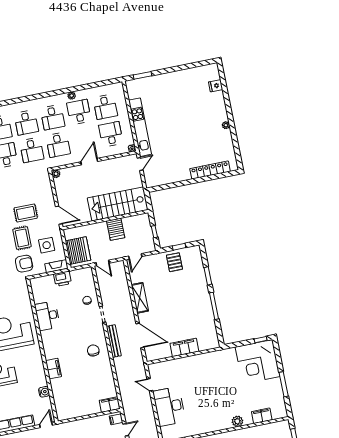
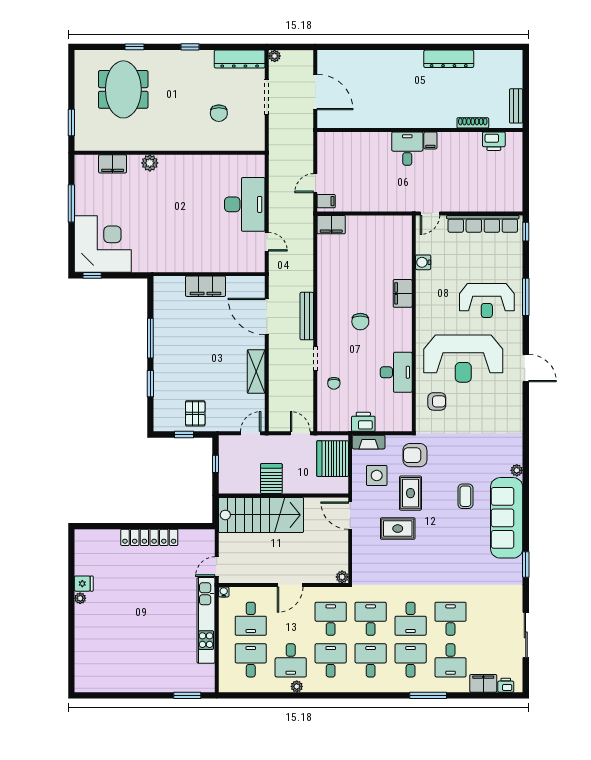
fridge: (216, 86) -> (84, 584), moved
locker: (210, 170) -> (149, 537), moved
armchair: (17, 302) -> (437, 401), added
chair: (93, 350) -> (360, 322), moved

